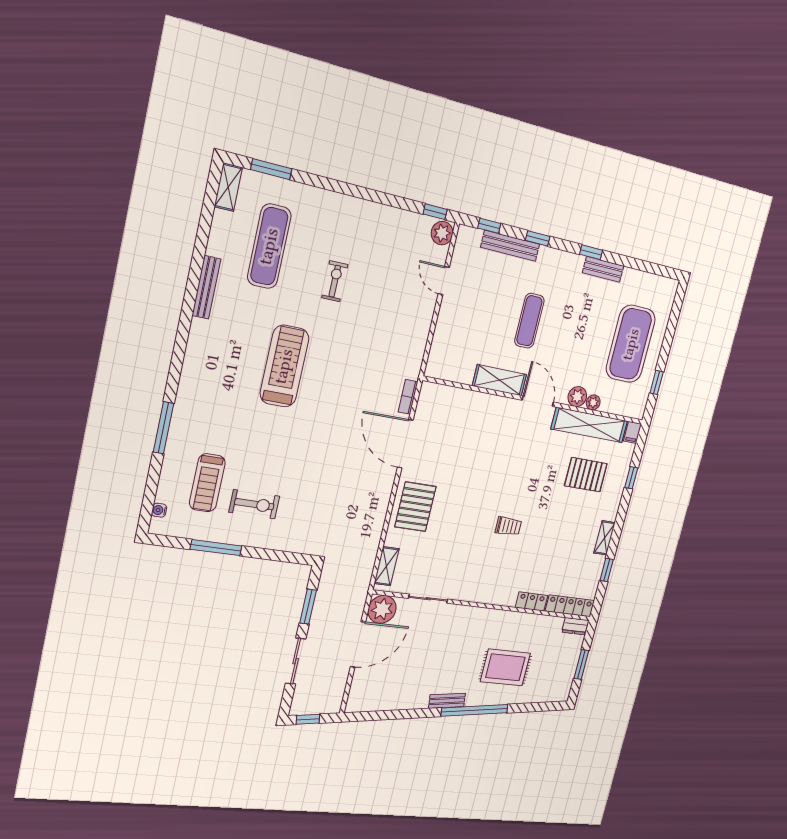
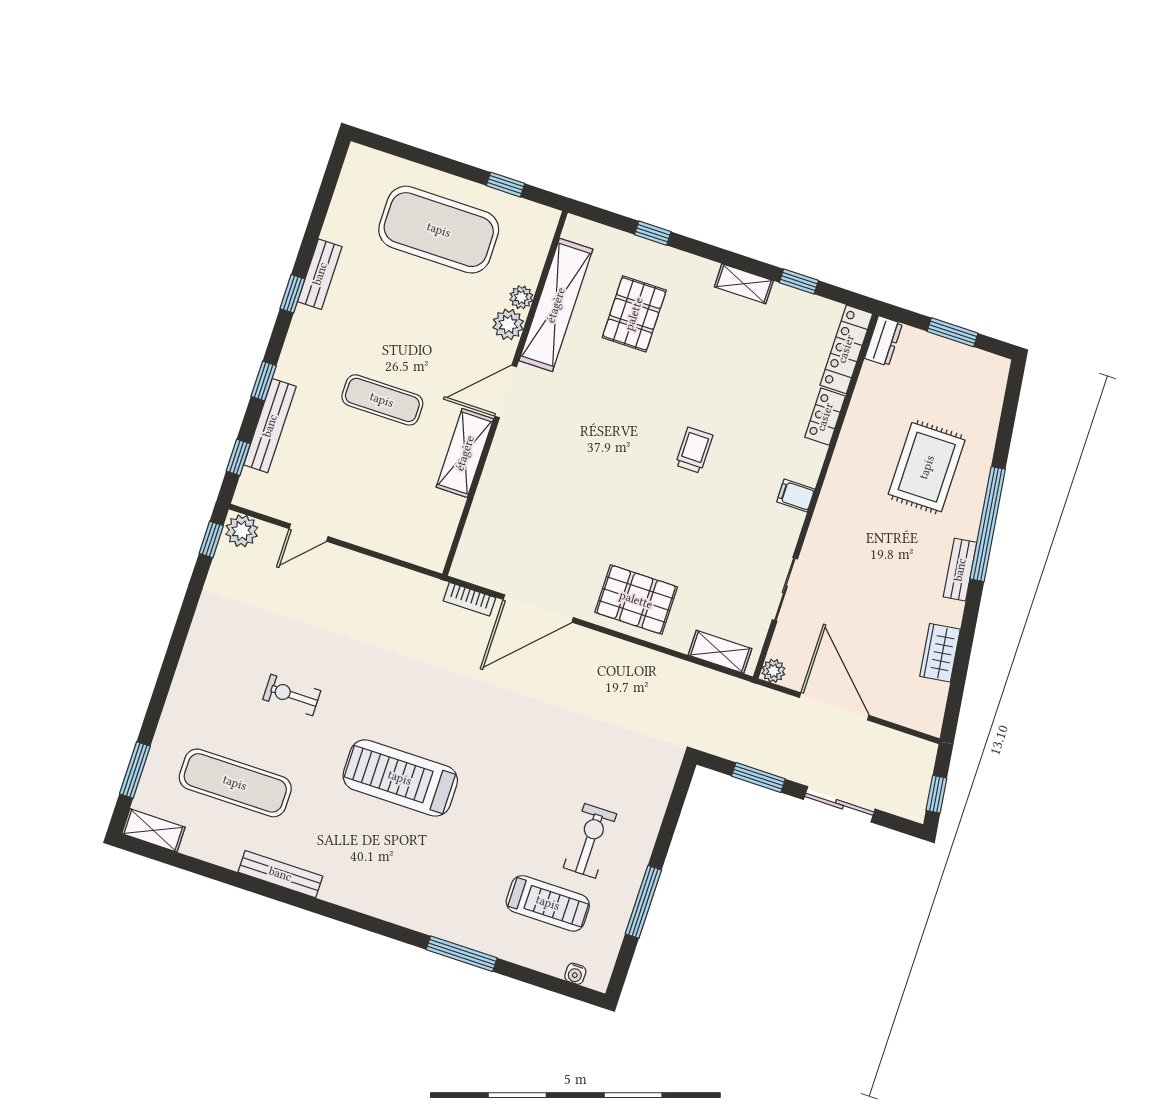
filing cabinet: (632, 432) -> (796, 496), moved, turned 180
plant: (382, 609) -> (773, 671), width x0.53, depth x0.53
wardrobe: (396, 701) -> (940, 653), added

